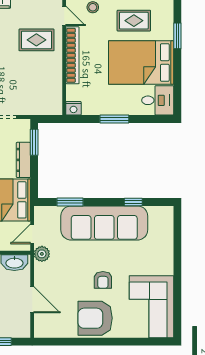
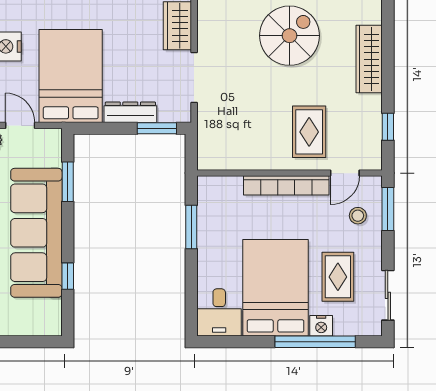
window: (177, 36) -> (315, 342), width x2.11
nightstand: (73, 108) -> (321, 326), moved, turned -90
window: (114, 119) -> (191, 227), moved

